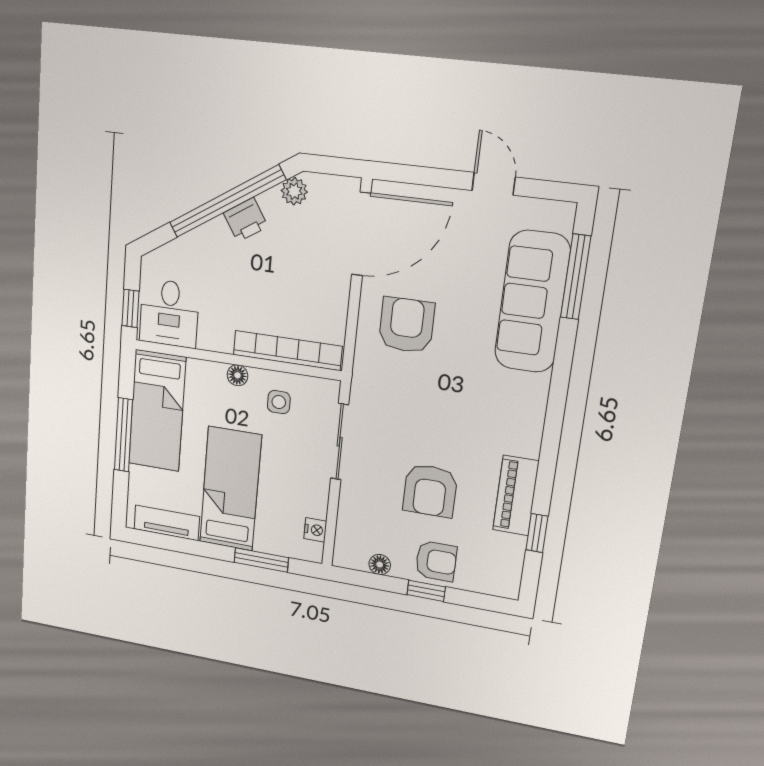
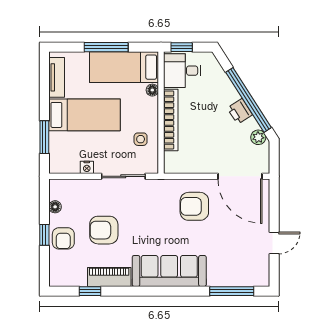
sofa: (532, 302) -> (169, 271), moved
armchair: (406, 325) -> (194, 206), turned 180
bookcase: (287, 350) -> (171, 120), moved
floor lamp: (237, 375) -> (152, 90), moved
nightstand: (315, 530) -> (87, 167), moved

